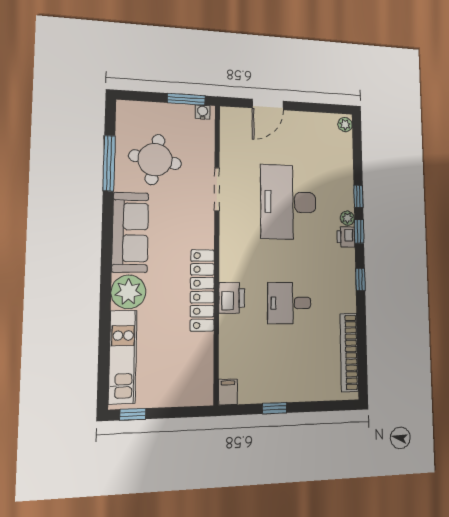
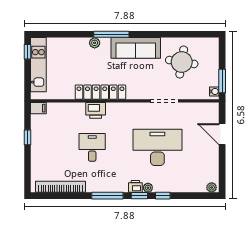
window: (109, 163) -> (111, 34), moved
window: (360, 279) -> (107, 196), width x2.17
plant: (128, 292) -> (95, 43), width x0.53, depth x0.53
kitchen unit: (123, 357) -> (38, 65), moved, turned -90

